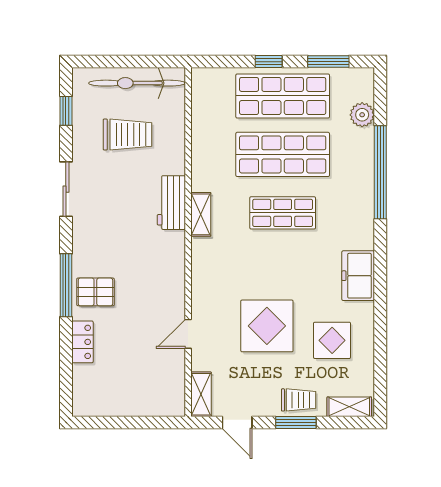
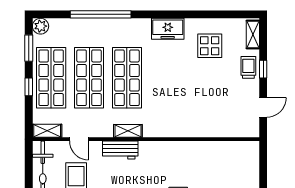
plant: (362, 115) -> (41, 26), moved
shop shelf: (283, 213) -> (127, 78), width x1.43, depth x1.36
display table: (267, 326) -> (200, 88), removed
door: (188, 334) -> (79, 139), moved
shelving: (201, 394) -> (47, 131), moved
window: (296, 423) -> (263, 69), width x0.67

